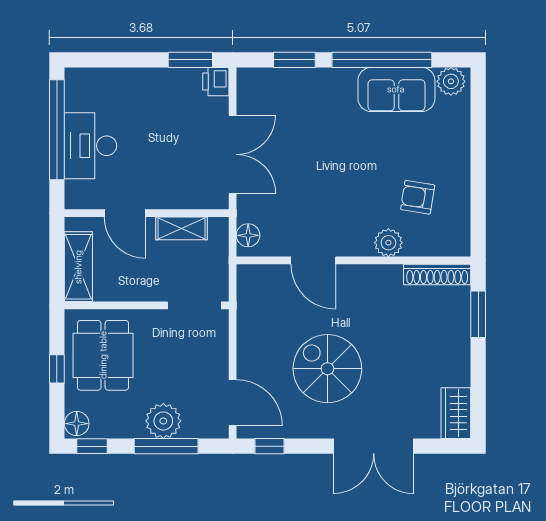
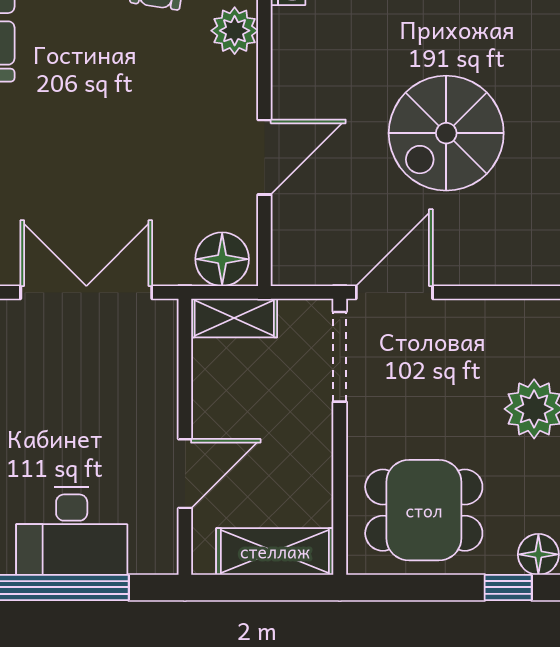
shelving: (181, 228) -> (234, 318), moved, turned 90
floor lamp: (248, 235) -> (222, 259), width x1.38, depth x1.38
window: (57, 369) -> (508, 587), moved
door: (233, 403) -> (394, 292), moved

